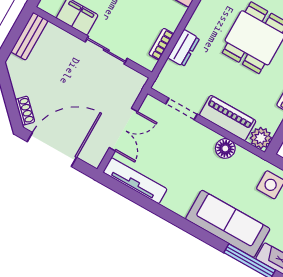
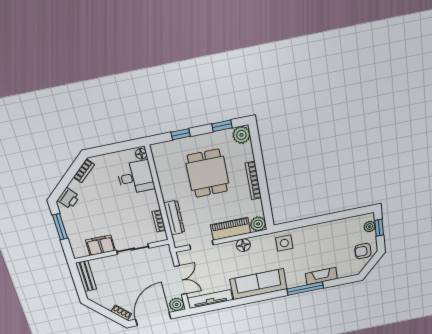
dresser: (184, 48) -> (174, 218), width x1.44
plant: (93, 155) -> (177, 304), added
sofa: (228, 224) -> (258, 284), moved

